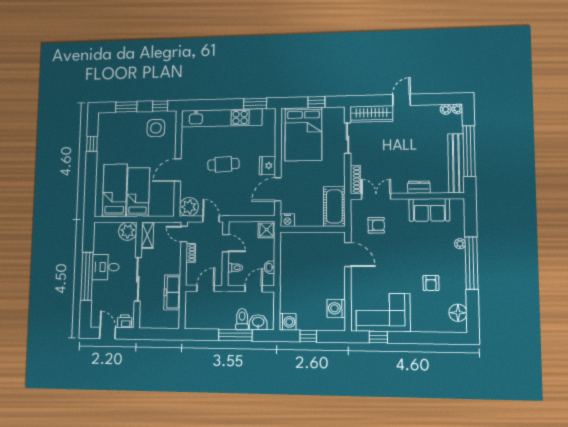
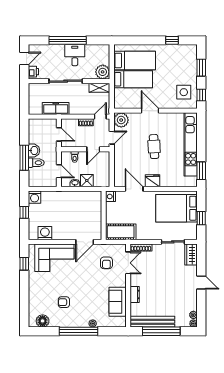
wardrobe: (371, 114) -> (191, 254), width x0.67
shower: (267, 230) -> (87, 181), moved
corner sofa: (383, 312) -> (54, 258), moved, turned 90
washbasin: (258, 322) -> (34, 150), moved

